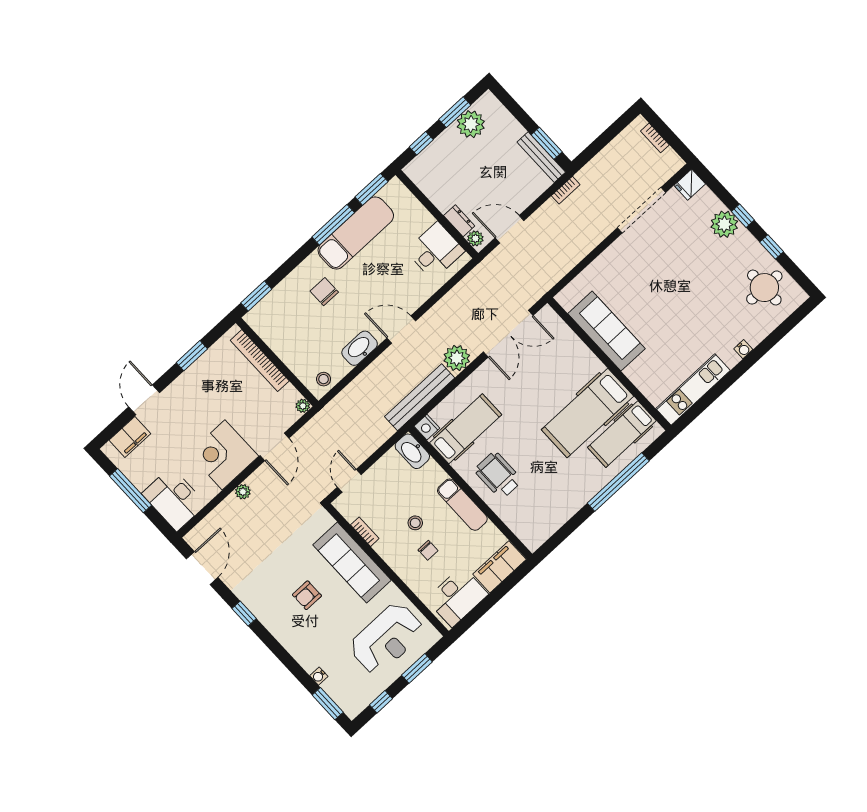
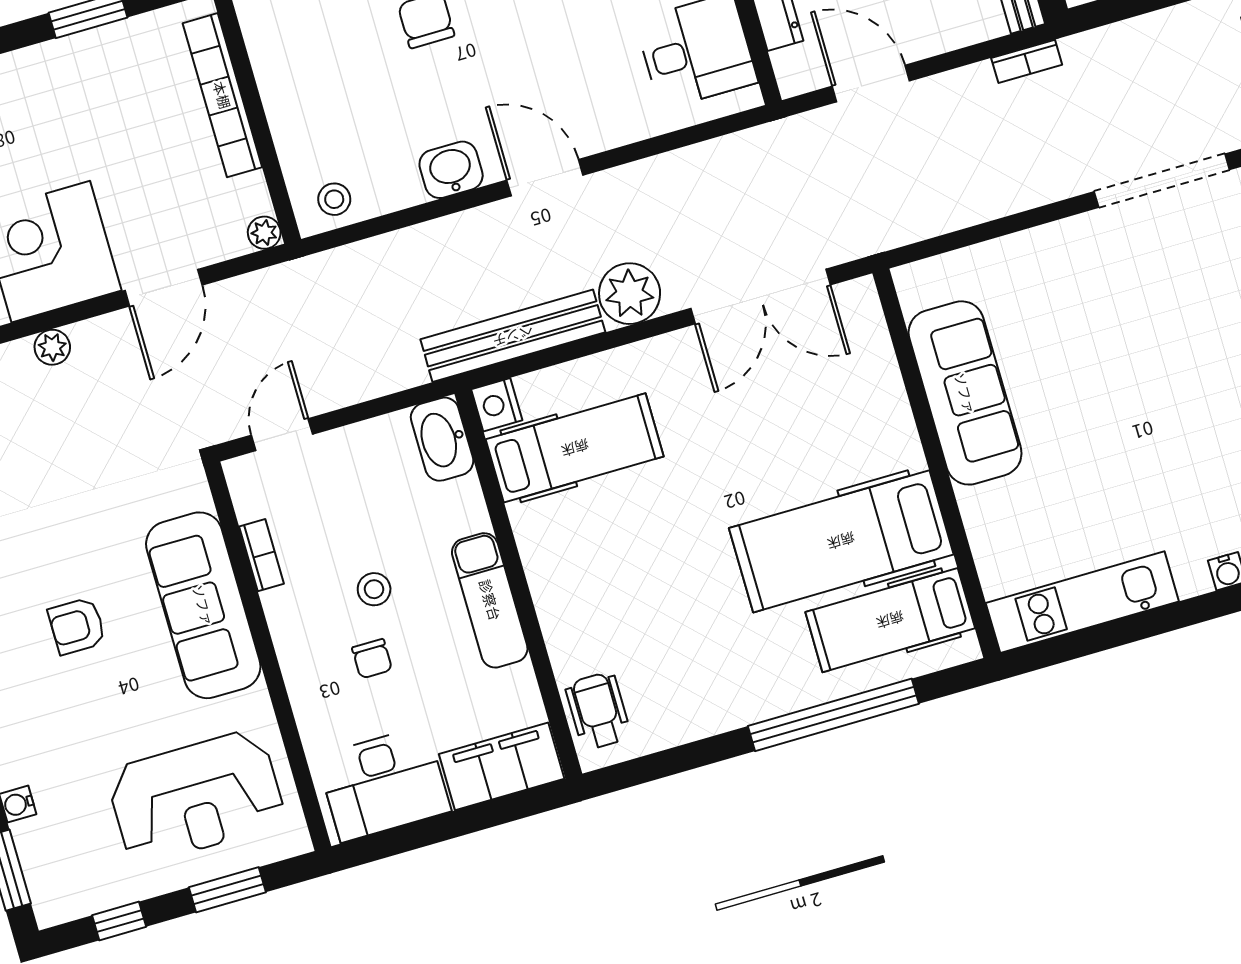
plant: (475, 238) -> (791, 67), removed
washbasin: (360, 348) -> (451, 170), width x0.72
wheelchair: (498, 475) -> (598, 711), moved, width x0.73, depth x0.73

